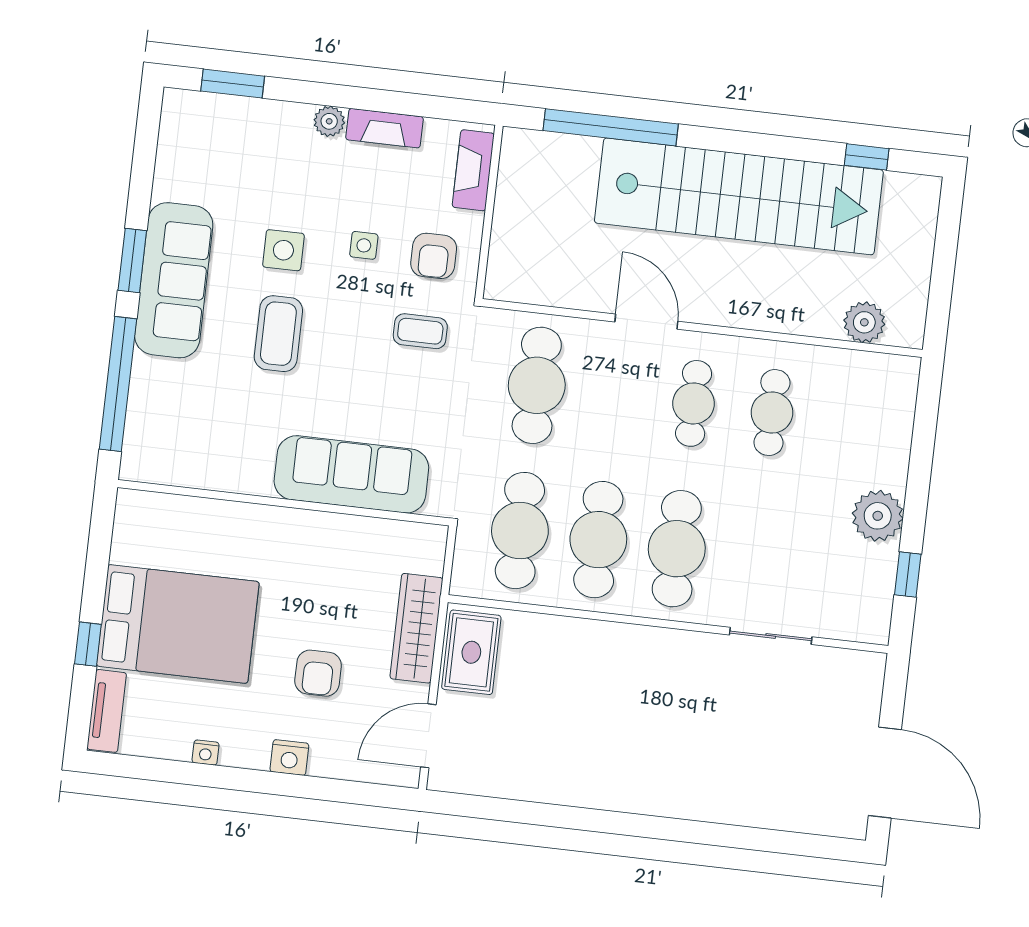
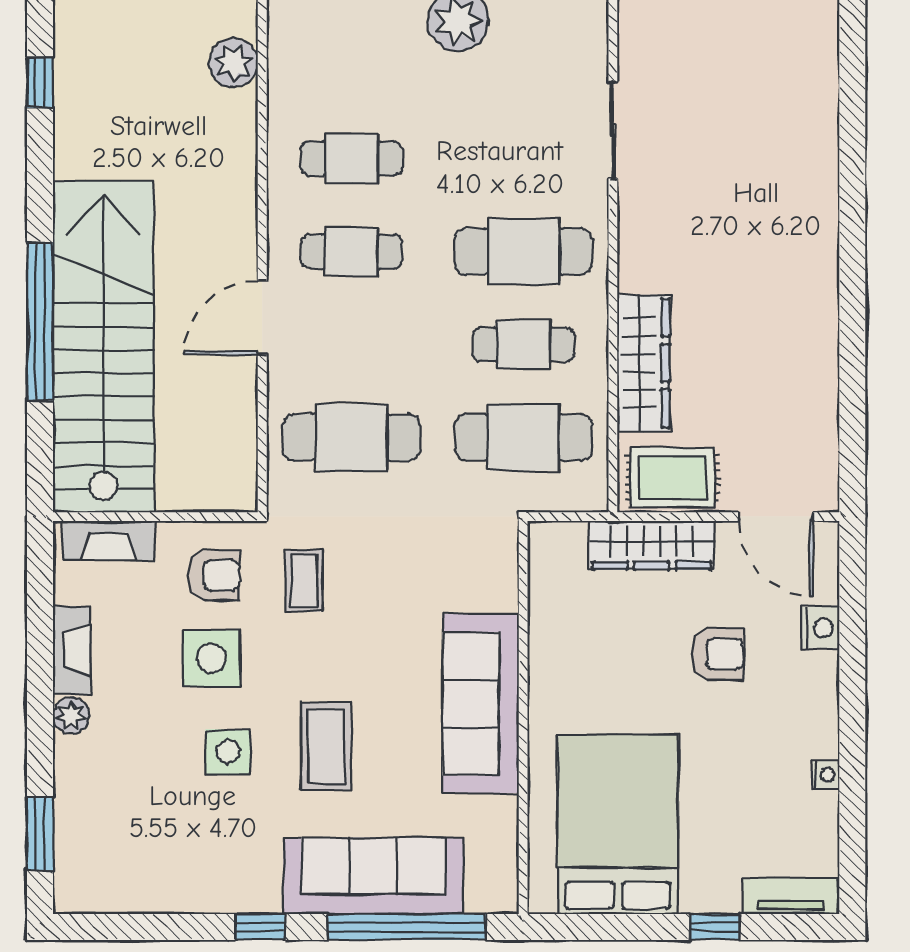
window: (611, 127) -> (40, 322), moved
stairs: (739, 196) -> (103, 347), moved
side table: (364, 245) -> (211, 658), width x1.87, depth x1.87
window: (132, 261) -> (260, 927), width x0.67
sofa: (174, 280) -> (373, 876), moved
coffee table: (278, 334) -> (326, 746), turned 90
sofa: (351, 474) -> (481, 704), moved
cafe table: (598, 540) -> (524, 344), width x0.73, depth x0.74
bed: (178, 624) -> (618, 825), moved
wardrobe: (571, 639) -> (644, 363), added
nightstand: (289, 758) -> (820, 628), moved

